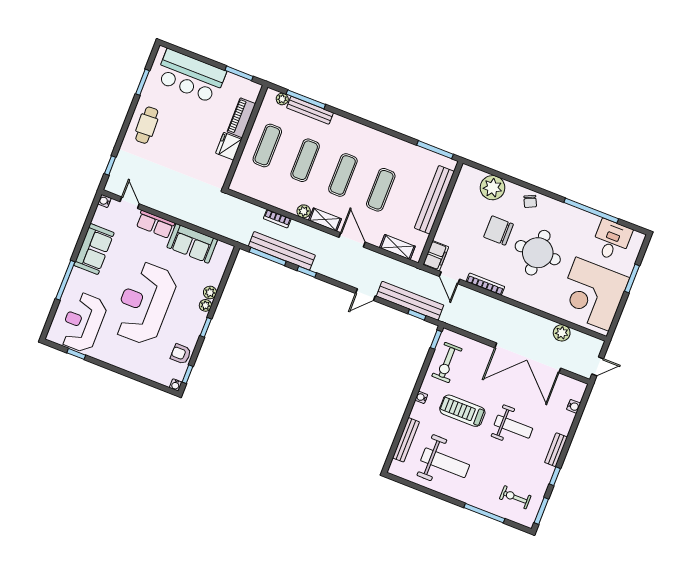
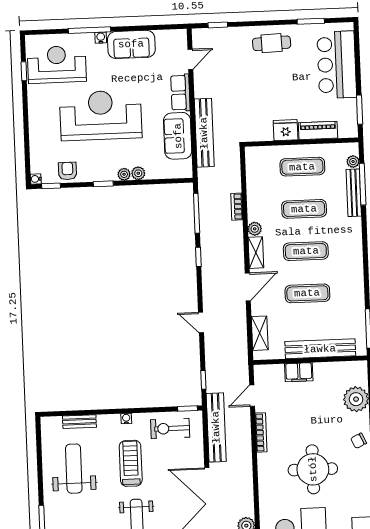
water cooler: (104, 201) -> (101, 38), moved
chair: (499, 231) -> (318, 423), removed
bench: (282, 251) -> (204, 133), moved
filing cabinet: (436, 256) -> (299, 372), moved
bench: (410, 301) -> (216, 427), moved
bench: (406, 440) -> (79, 422), width x0.73
weight bench: (445, 463) -> (74, 469), turned 180

